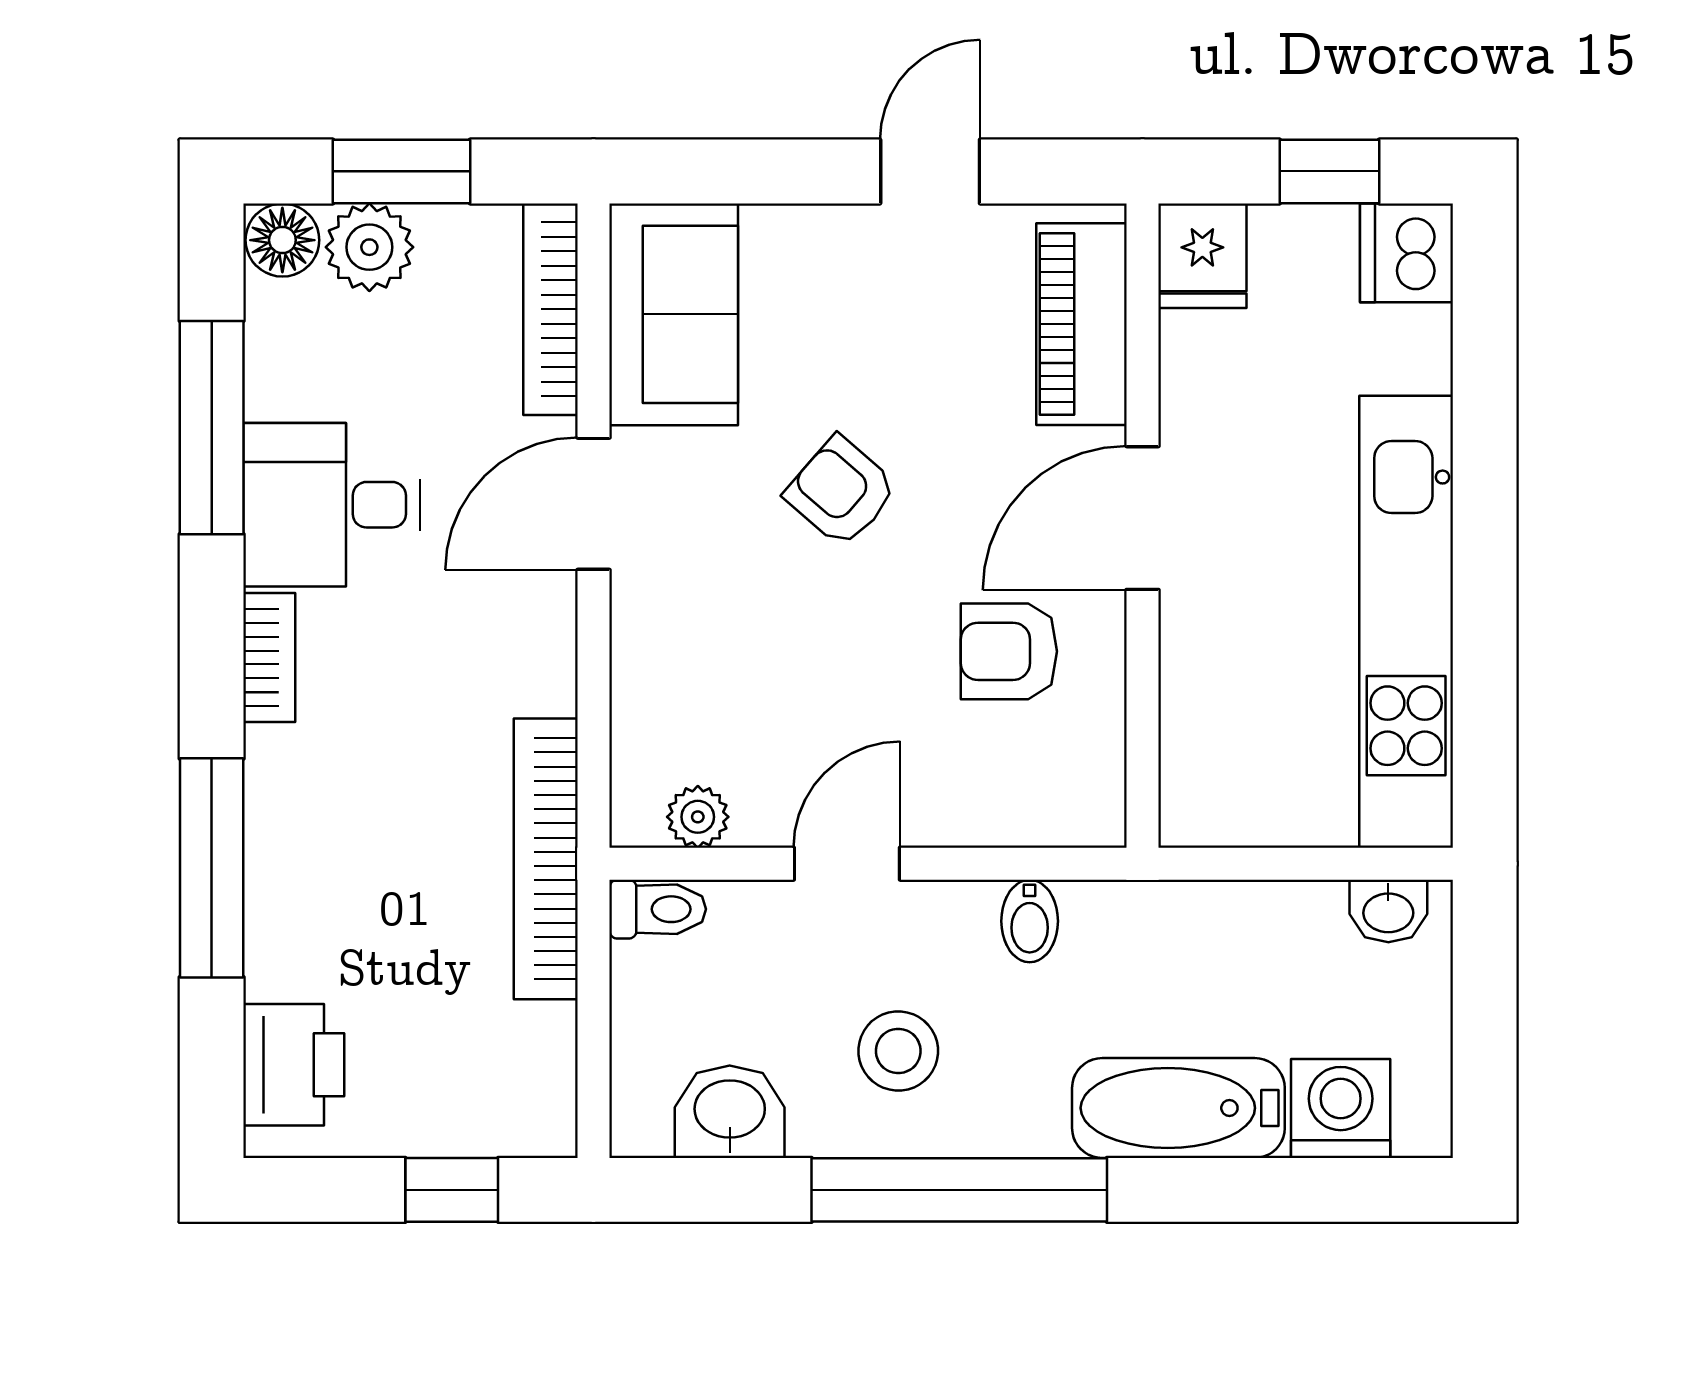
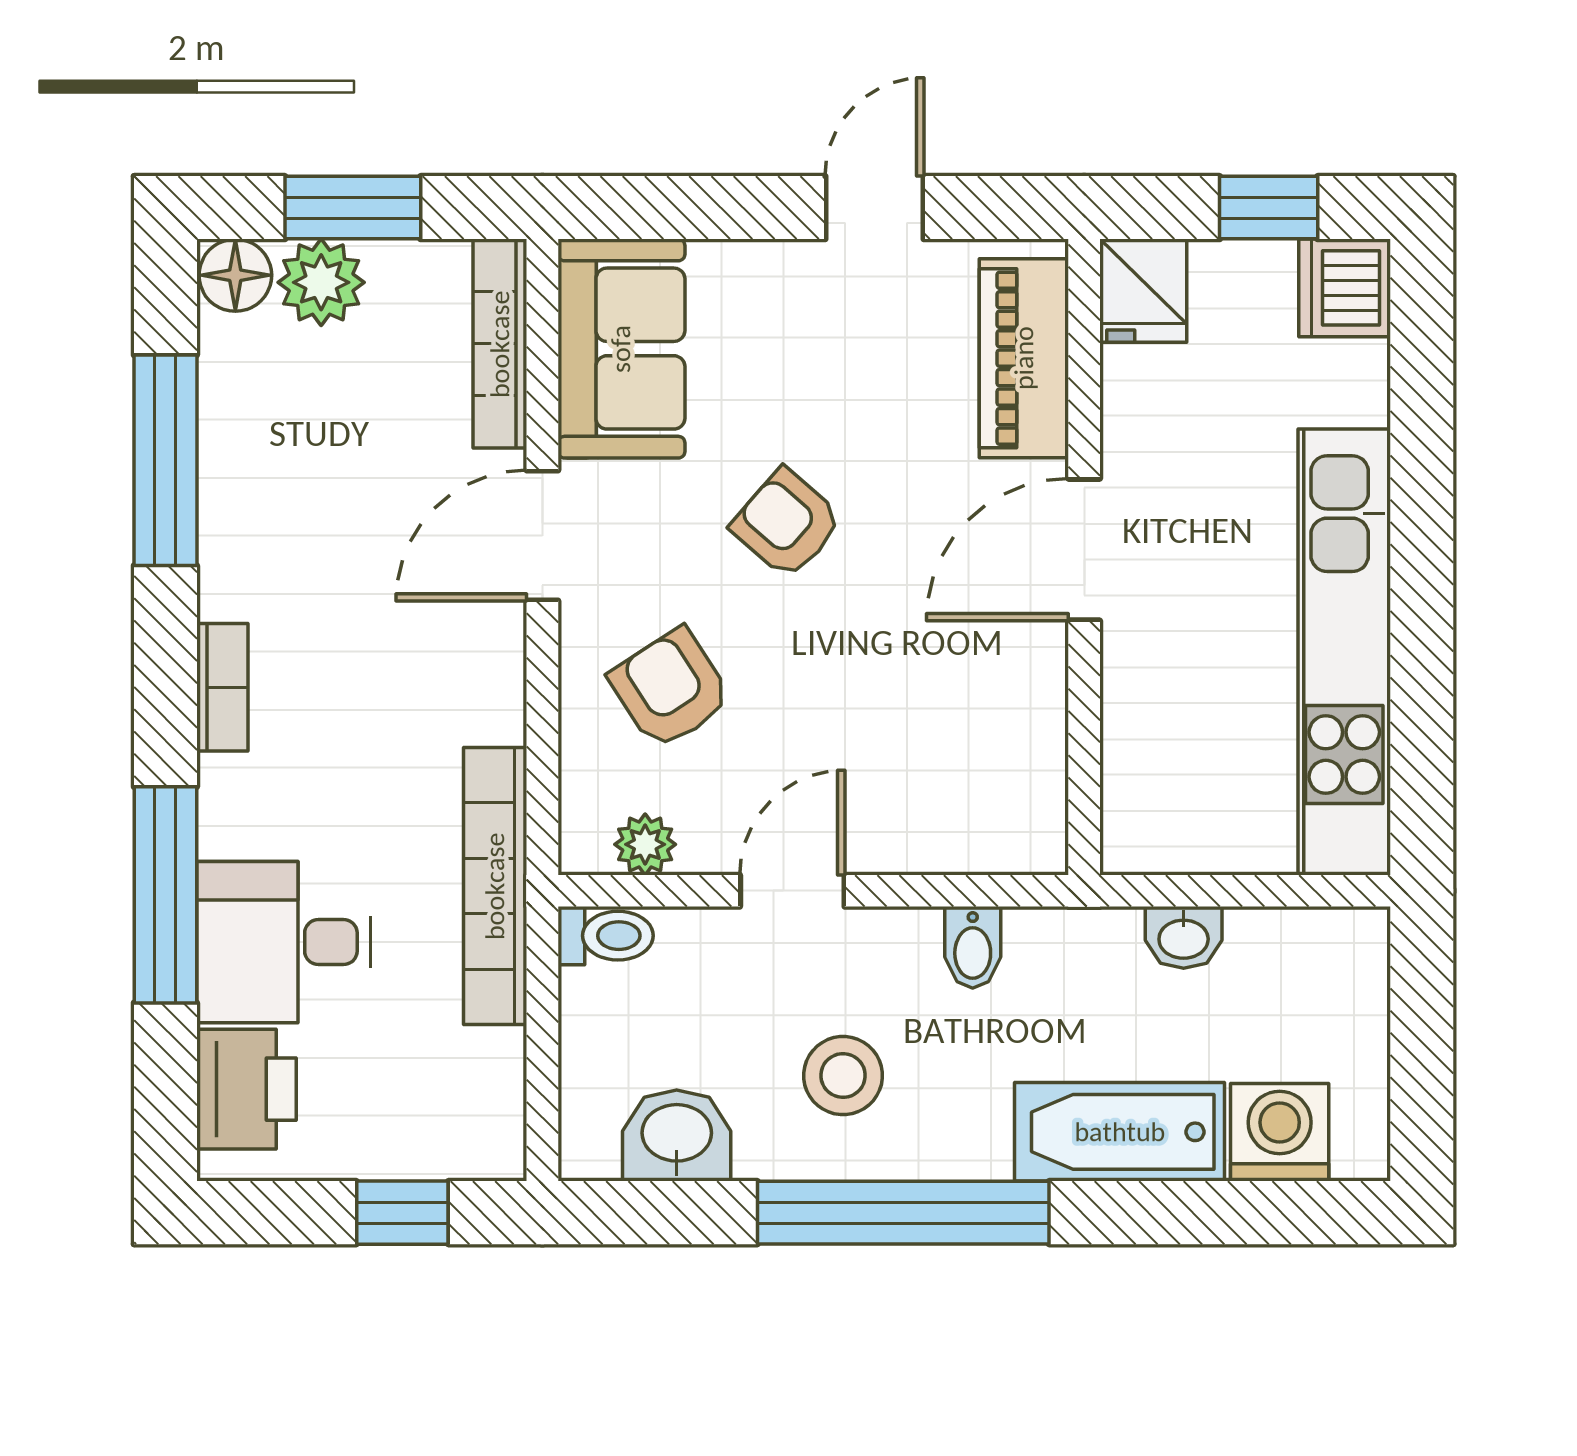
desk: (332, 505) -> (284, 942), moved
armchair: (1009, 651) -> (670, 689), moved, turned 57
washbasin: (1388, 911) -> (1184, 937), moved

